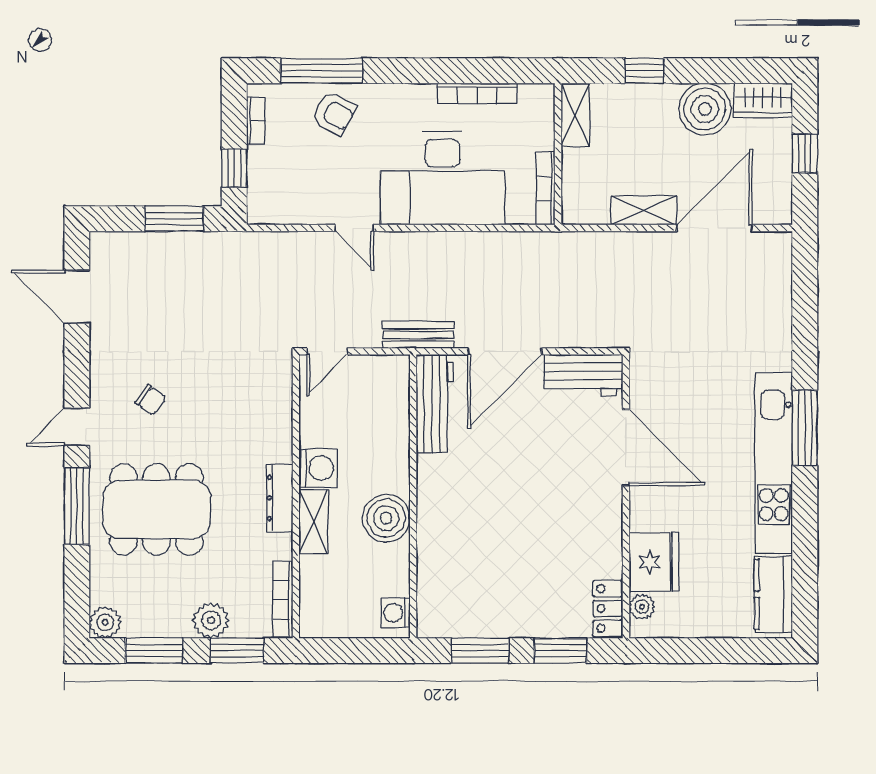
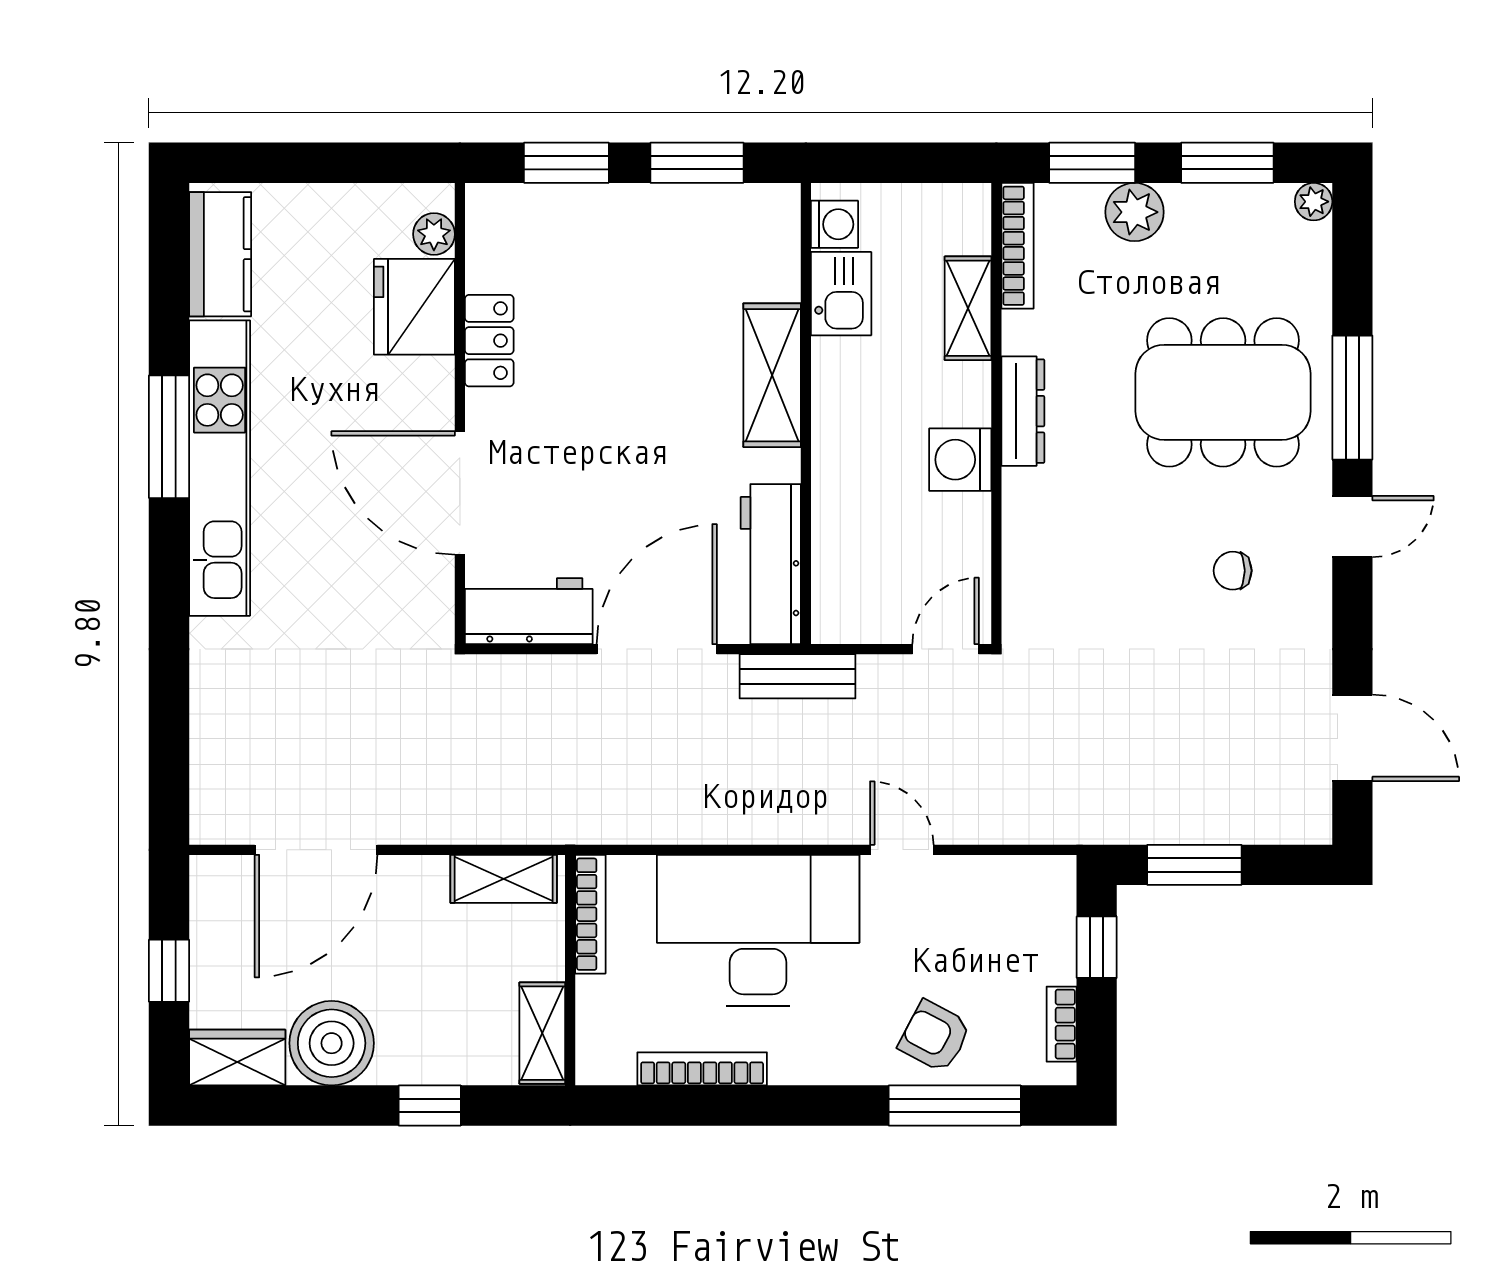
shelving: (644, 210) -> (504, 879), moved
chair: (151, 400) -> (1233, 571), turned -36
window: (805, 428) -> (169, 437), moved
boiler: (386, 518) -> (850, 378), removed
shelving: (434, 520) -> (772, 375), added
shelving: (313, 522) -> (968, 308), moved
kitchen sink: (391, 570) -> (841, 294), added
locker: (608, 608) -> (489, 341), moved
plant: (105, 622) -> (1314, 202), width x0.73, depth x0.73

